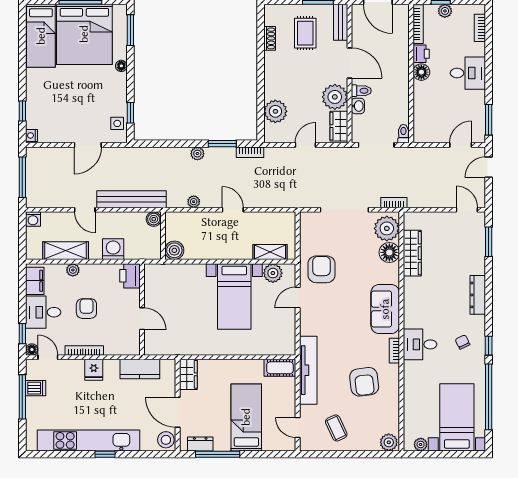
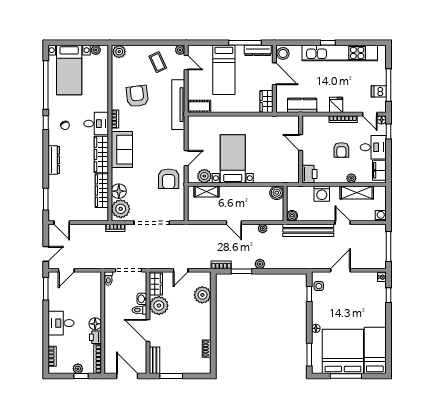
rug: (305, 33) -> (181, 352), removed
wardrobe: (413, 302) -> (101, 154), added
dresser: (200, 444) -> (258, 50), width x1.44
plant: (306, 445) -> (180, 50), added

